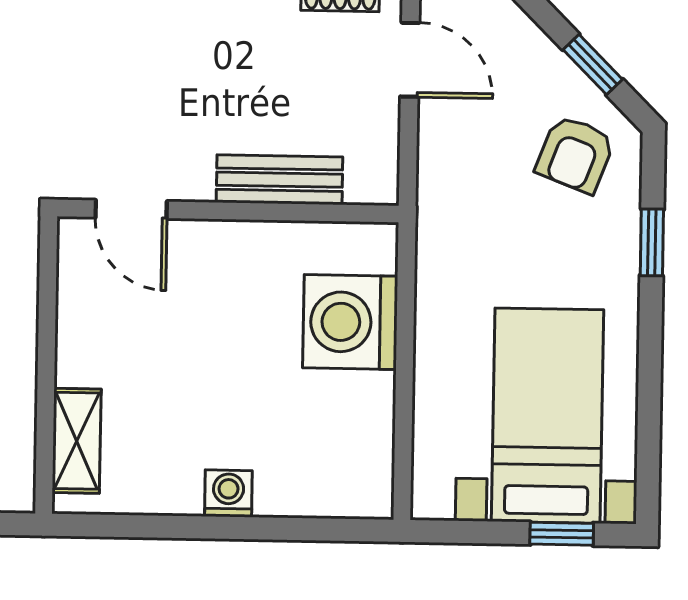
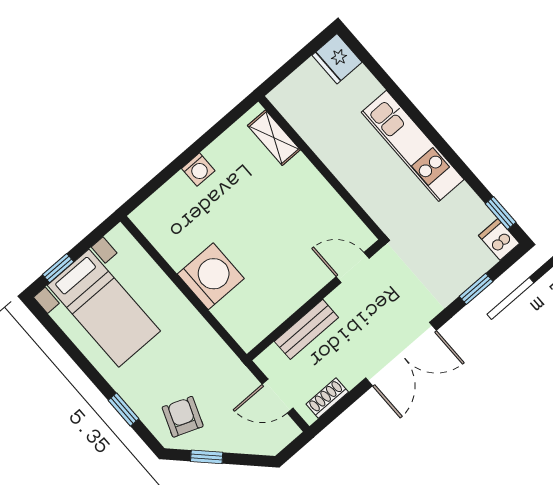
bench: (279, 180) -> (306, 329), moved
door: (131, 209) -> (353, 268), moved
wall: (228, 211) -> (315, 300), moved

